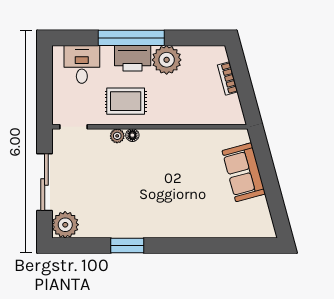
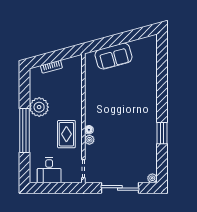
printer: (133, 58) -> (38, 130), removed
desk: (82, 64) -> (49, 170), moved, turned -90
plant: (65, 225) -> (152, 178), width x0.53, depth x0.53

